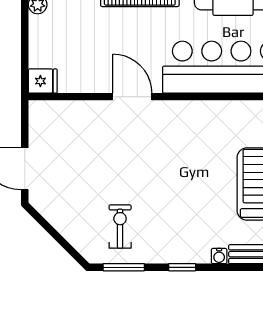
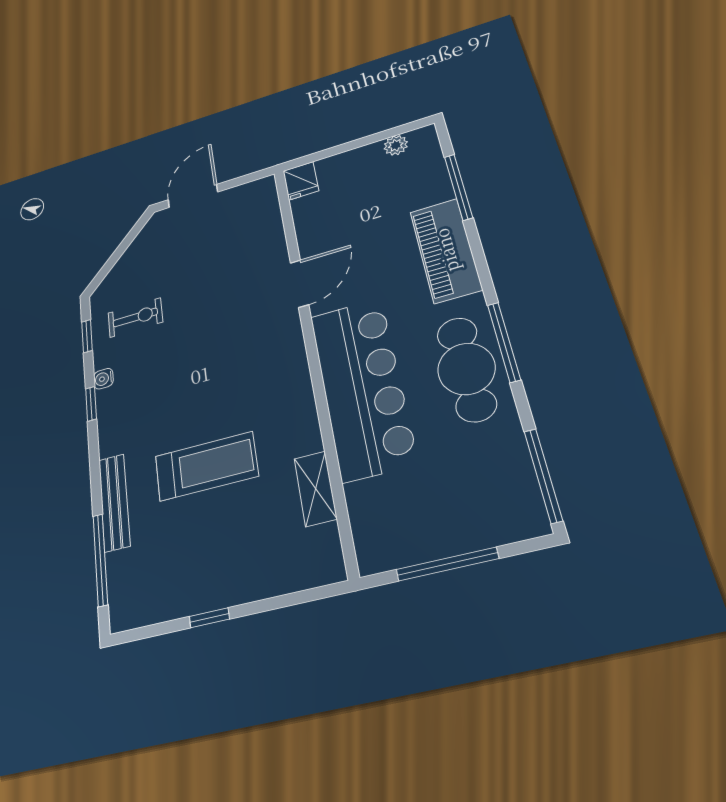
water cooler: (219, 256) -> (103, 379), moved
window: (124, 267) -> (87, 336), width x0.67

